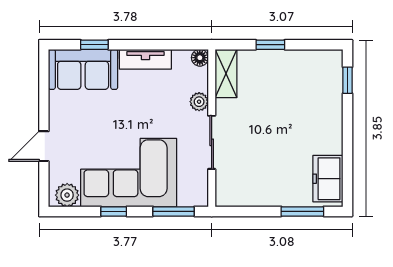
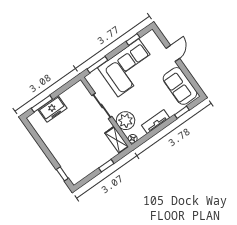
sofa: (83, 69) -> (180, 86), moved, turned -90
plant: (199, 102) -> (126, 121), width x1.88, depth x1.88
freezer: (328, 179) -> (53, 109), moved, turned 90
plant: (67, 195) -> (148, 39), removed
window: (114, 211) -> (133, 40), moved

